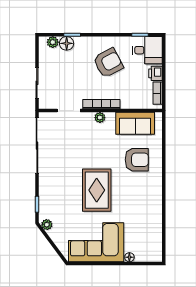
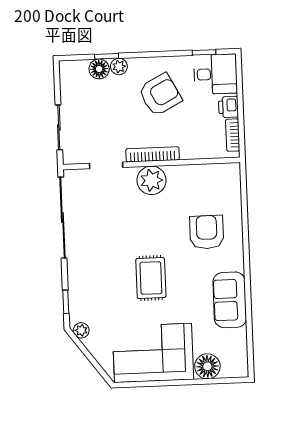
plant: (53, 42) -> (119, 66), moved
plant: (100, 118) -> (151, 180), width x1.87, depth x1.87
sofa: (135, 123) -> (230, 300), moved, turned 90
armchair: (137, 160) -> (207, 232), turned -90
rug: (97, 190) -> (151, 278), width x0.73, depth x0.70
floor lamp: (129, 257) -> (207, 366), width x1.89, depth x1.89

